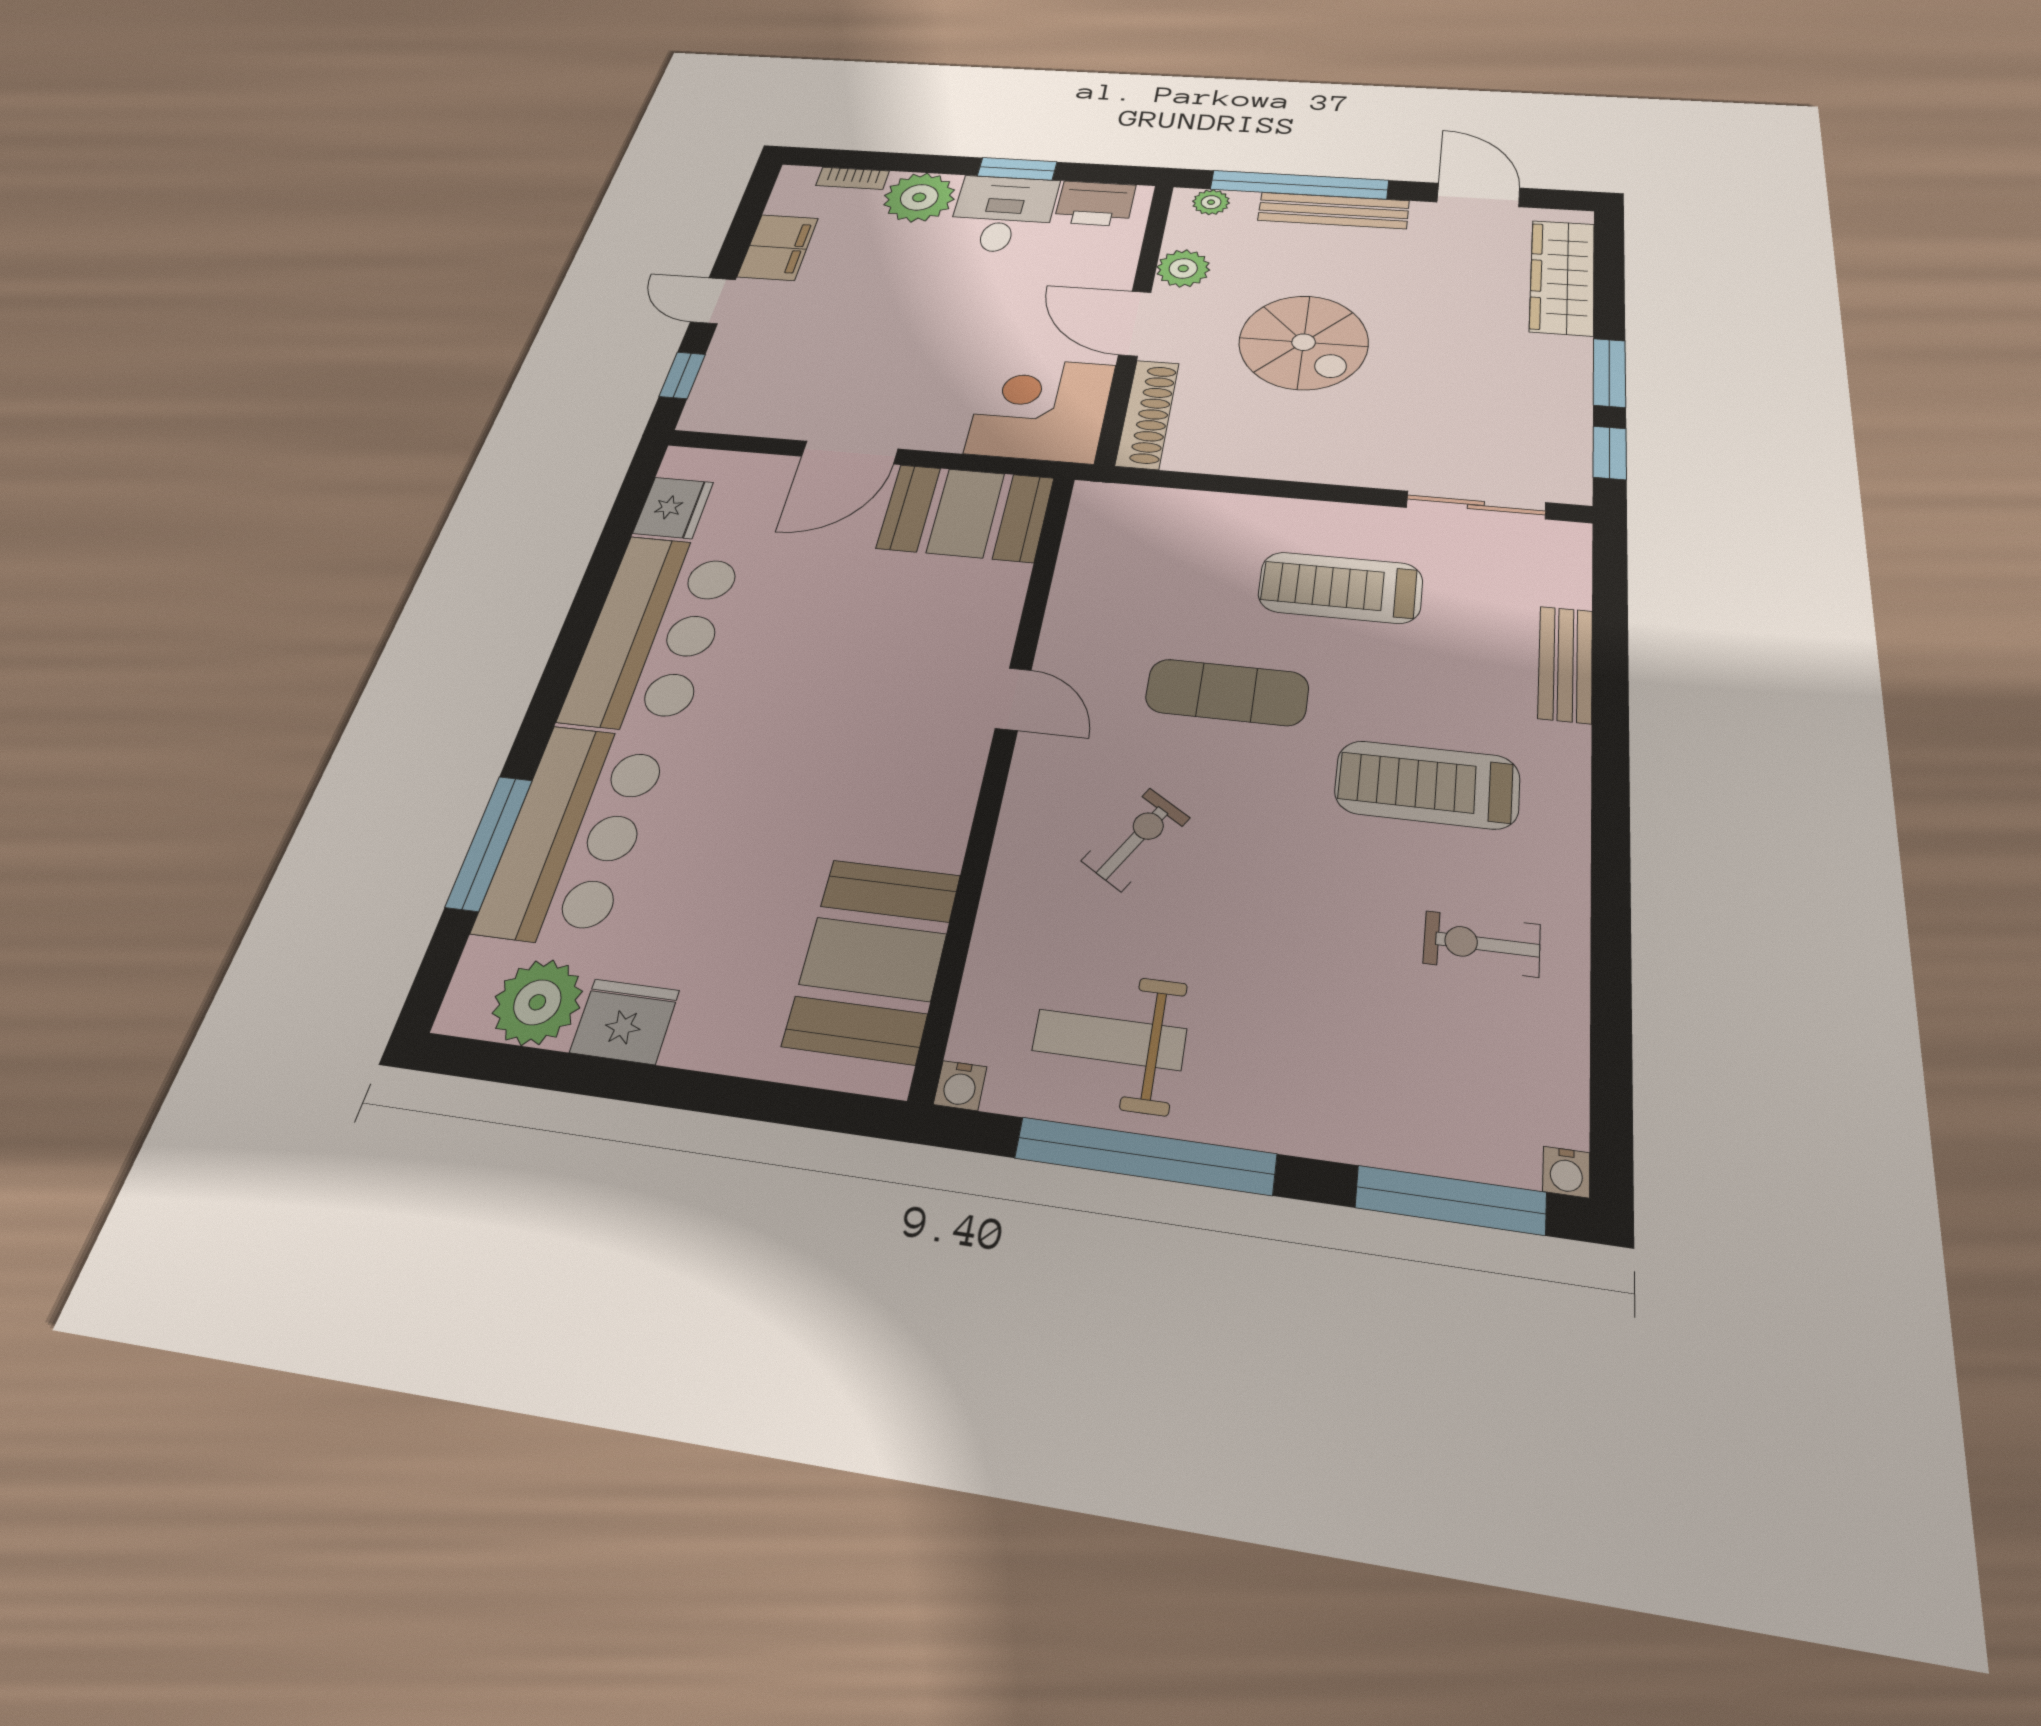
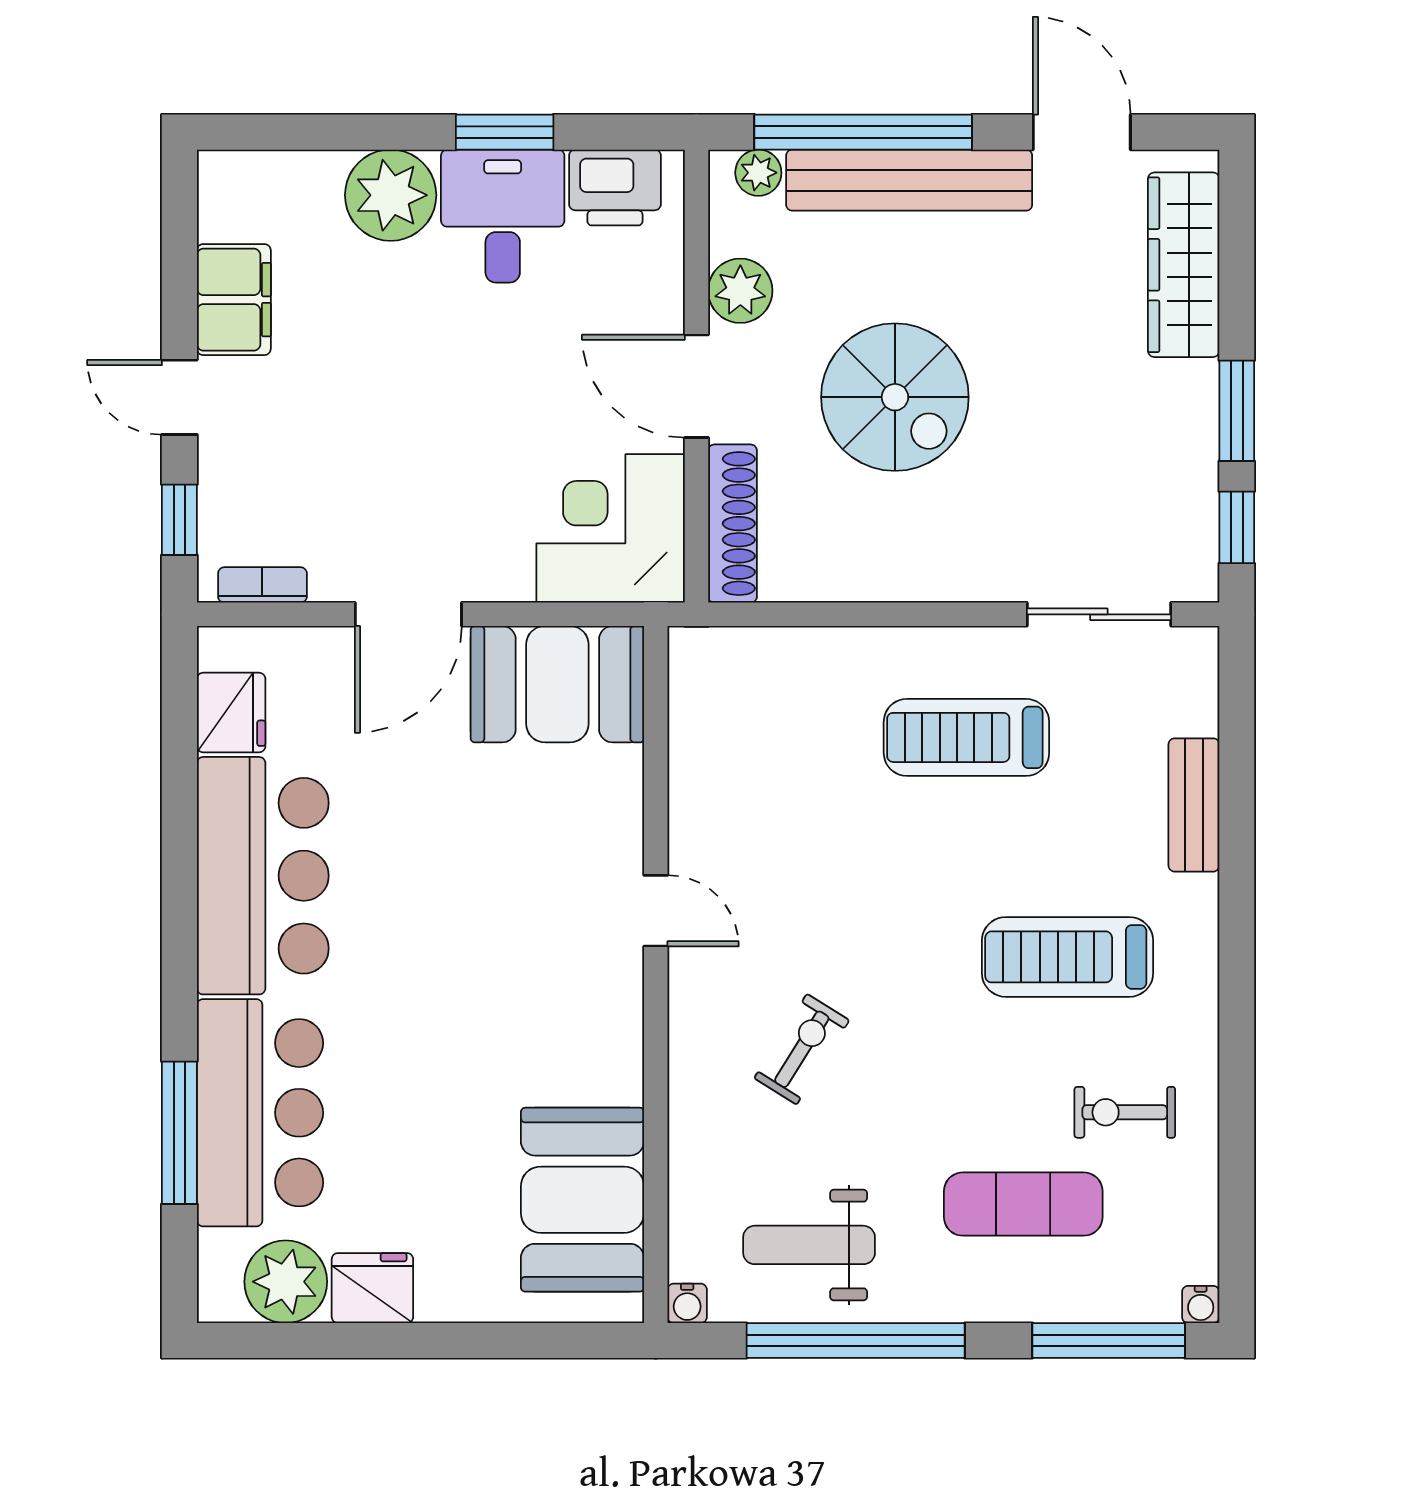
bookcase: (853, 178) -> (262, 585), moved, turned 180
bench: (1333, 210) -> (909, 180), width x1.37, depth x1.21
exercise mat: (1227, 692) -> (1023, 1204), moved

